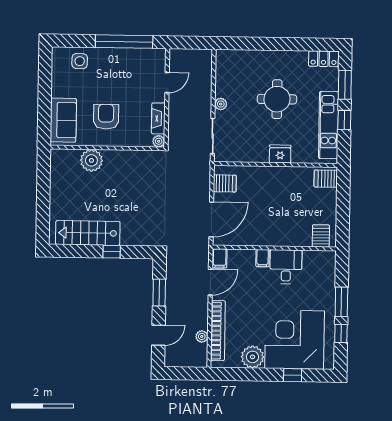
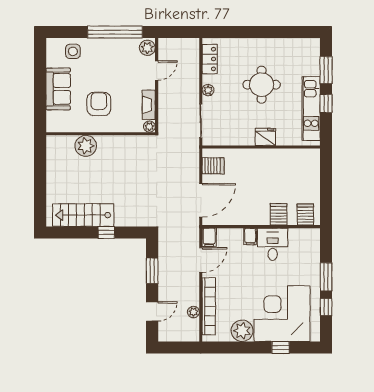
plant: (158, 59) -> (147, 48), added
locker: (324, 59) -> (210, 59), moved, turned -90
sofa: (63, 120) -> (58, 89), moved
server rack: (326, 179) -> (279, 214), moved, turned 90

